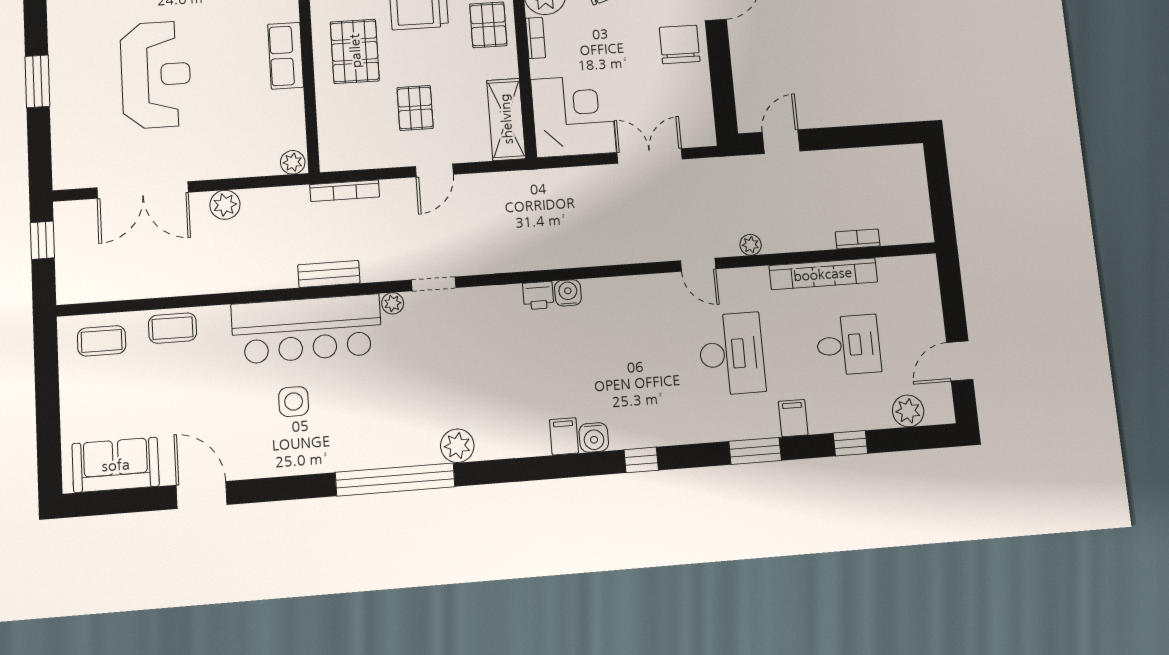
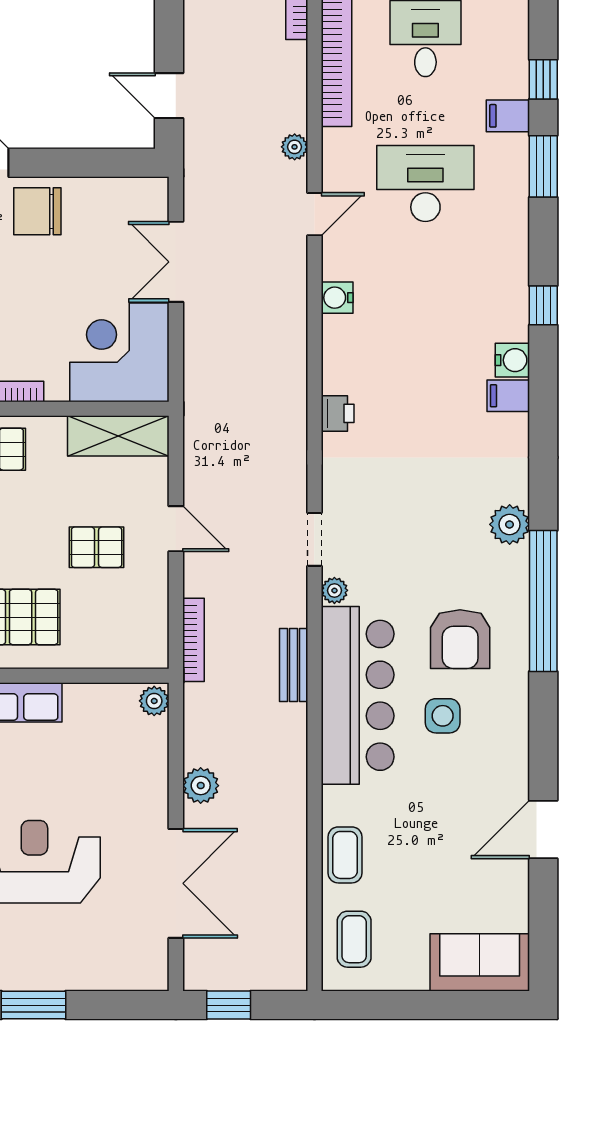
water cooler: (568, 293) -> (337, 298), moved
armchair: (359, 411) -> (460, 639), added
window: (850, 443) -> (543, 79), moved
sofa: (116, 465) -> (480, 962), moved, turned 90

